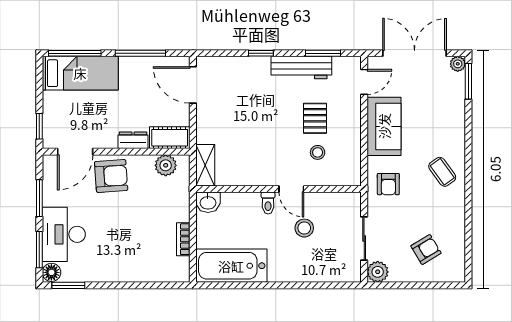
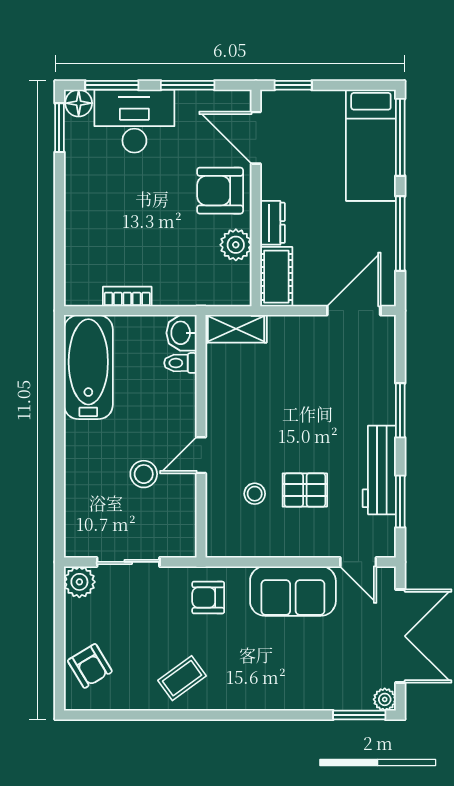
window: (261, 53) -> (400, 410), width x1.50
plant: (166, 165) -> (236, 245), moved
coffee table: (442, 172) -> (182, 678), moved
armchair: (111, 176) -> (220, 191), turned 94
toilet: (268, 203) -> (180, 363), moved
armchair: (426, 249) -> (90, 666), moved

